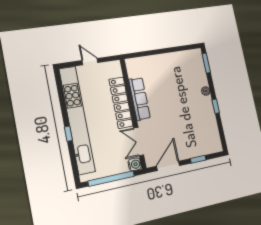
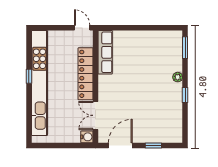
door: (90, 62) -> (82, 28), moved
row of seats: (140, 99) -> (105, 52), moved
window: (68, 134) -> (29, 76), moved
window: (111, 178) -> (61, 145), removed

